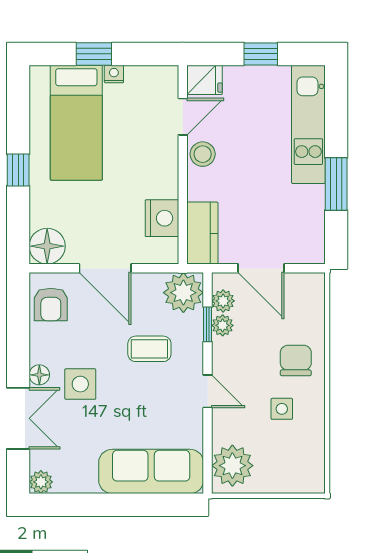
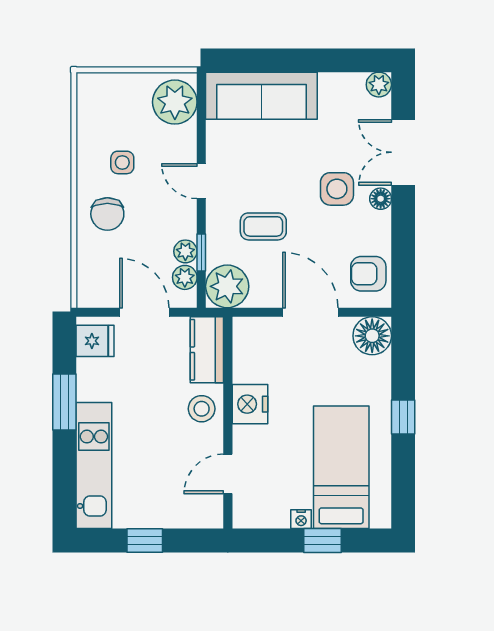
fridge: (205, 80) -> (95, 341), moved, turned 180
stool: (203, 154) -> (202, 409), moved
nightstand: (162, 218) -> (250, 404), moved
armchair: (51, 304) -> (368, 274), turned -90

